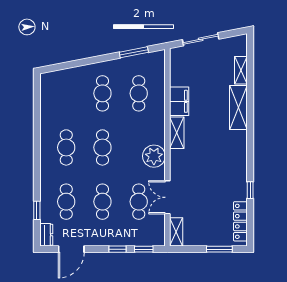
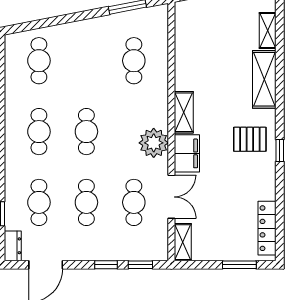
cafe table: (102, 93) -> (39, 61), moved
filing cabinet: (179, 101) -> (187, 153), moved
pallet: (227, 153) -> (250, 139), added
window: (250, 190) -> (280, 151), moved
double door: (167, 197) -> (171, 197), swing flipped

